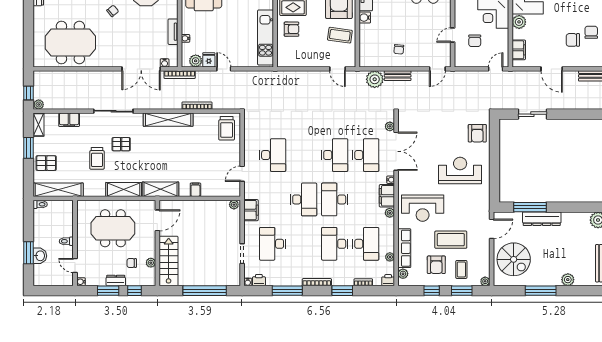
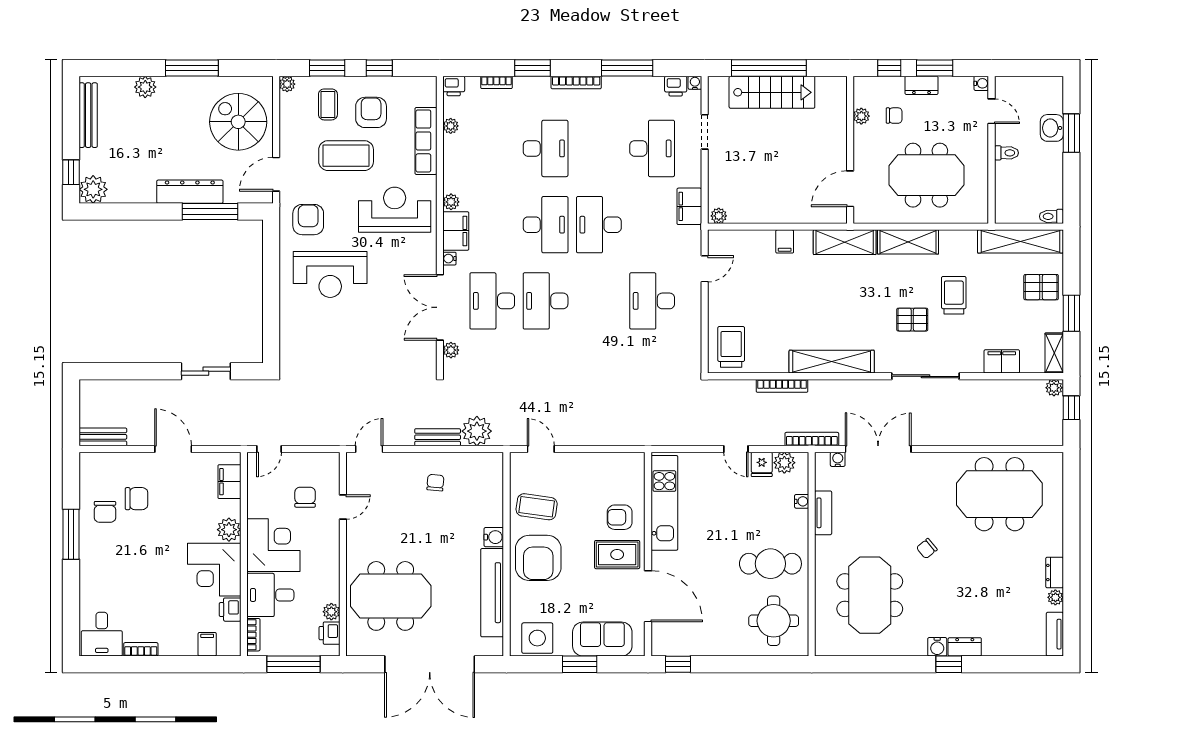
armchair: (477, 133) -> (308, 220), moved
desk: (366, 244) -> (492, 148), removed
stairs: (169, 261) -> (772, 92), moved, turned -90
plant: (403, 274) -> (428, 97), removed

